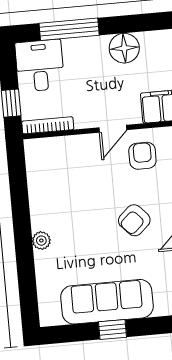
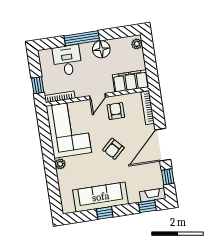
window: (69, 29) -> (82, 38), moved
desk: (40, 66) -> (67, 60), moved
corner sofa: (60, 182) -> (69, 129), added

